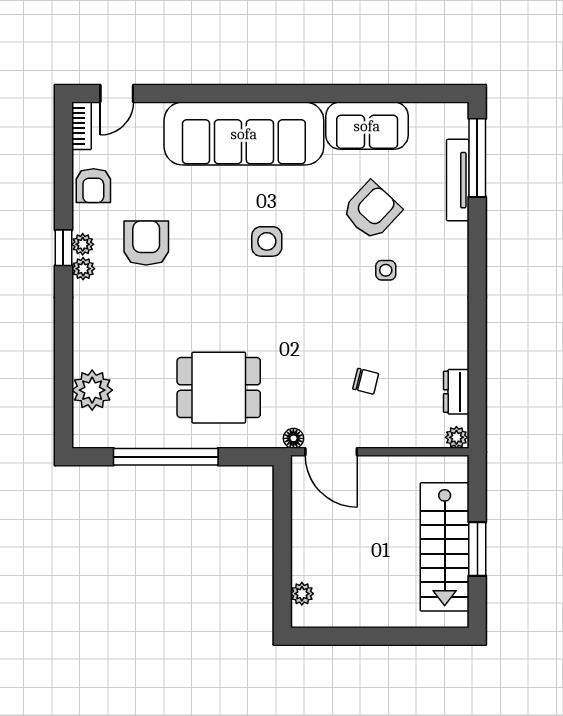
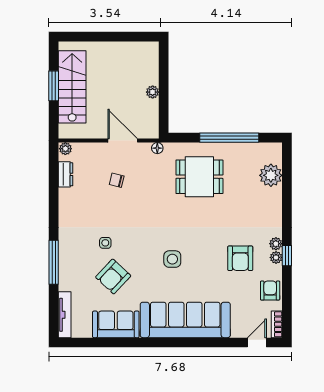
window: (477, 158) -> (54, 262), moved
tv unit: (458, 180) -> (65, 315), moved
door: (331, 452) -> (123, 141), moved
plant: (302, 594) -> (153, 92), moved

